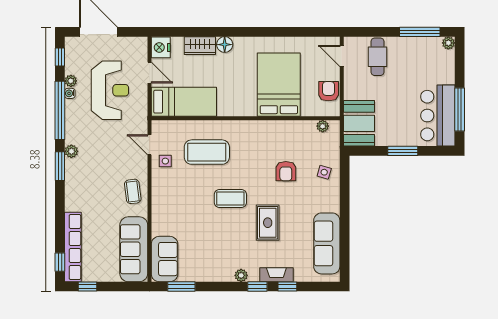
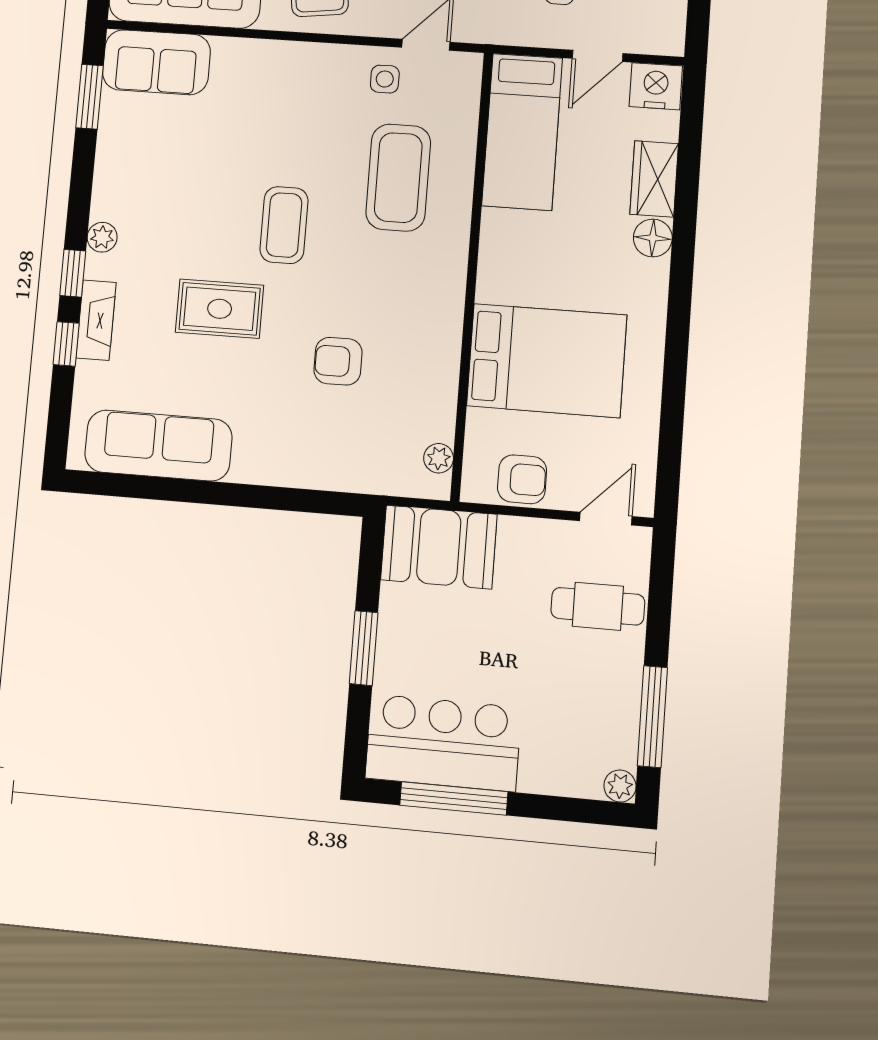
side table: (324, 172) -> (328, 453), removed

